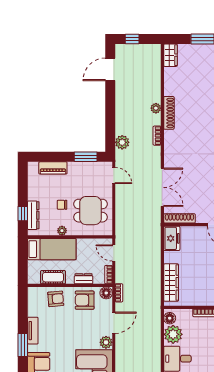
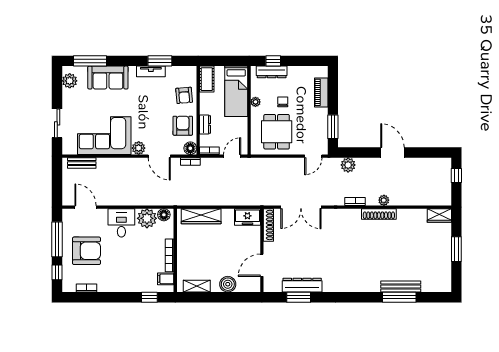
door: (110, 69) -> (392, 153), moved
cot: (53, 277) -> (207, 79), moved
window: (23, 345) -> (160, 61), moved

